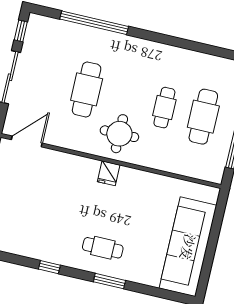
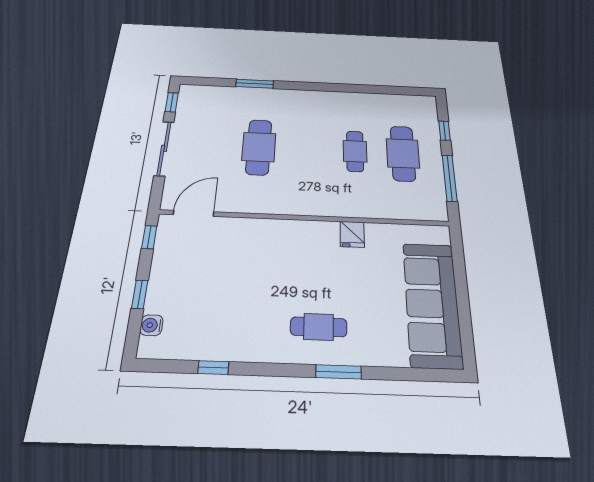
window: (94, 23) -> (255, 84), width x0.47
round table: (119, 134) -> (309, 186), removed
fridge: (109, 173) -> (352, 234), moved
window: (49, 267) -> (213, 368), moved

